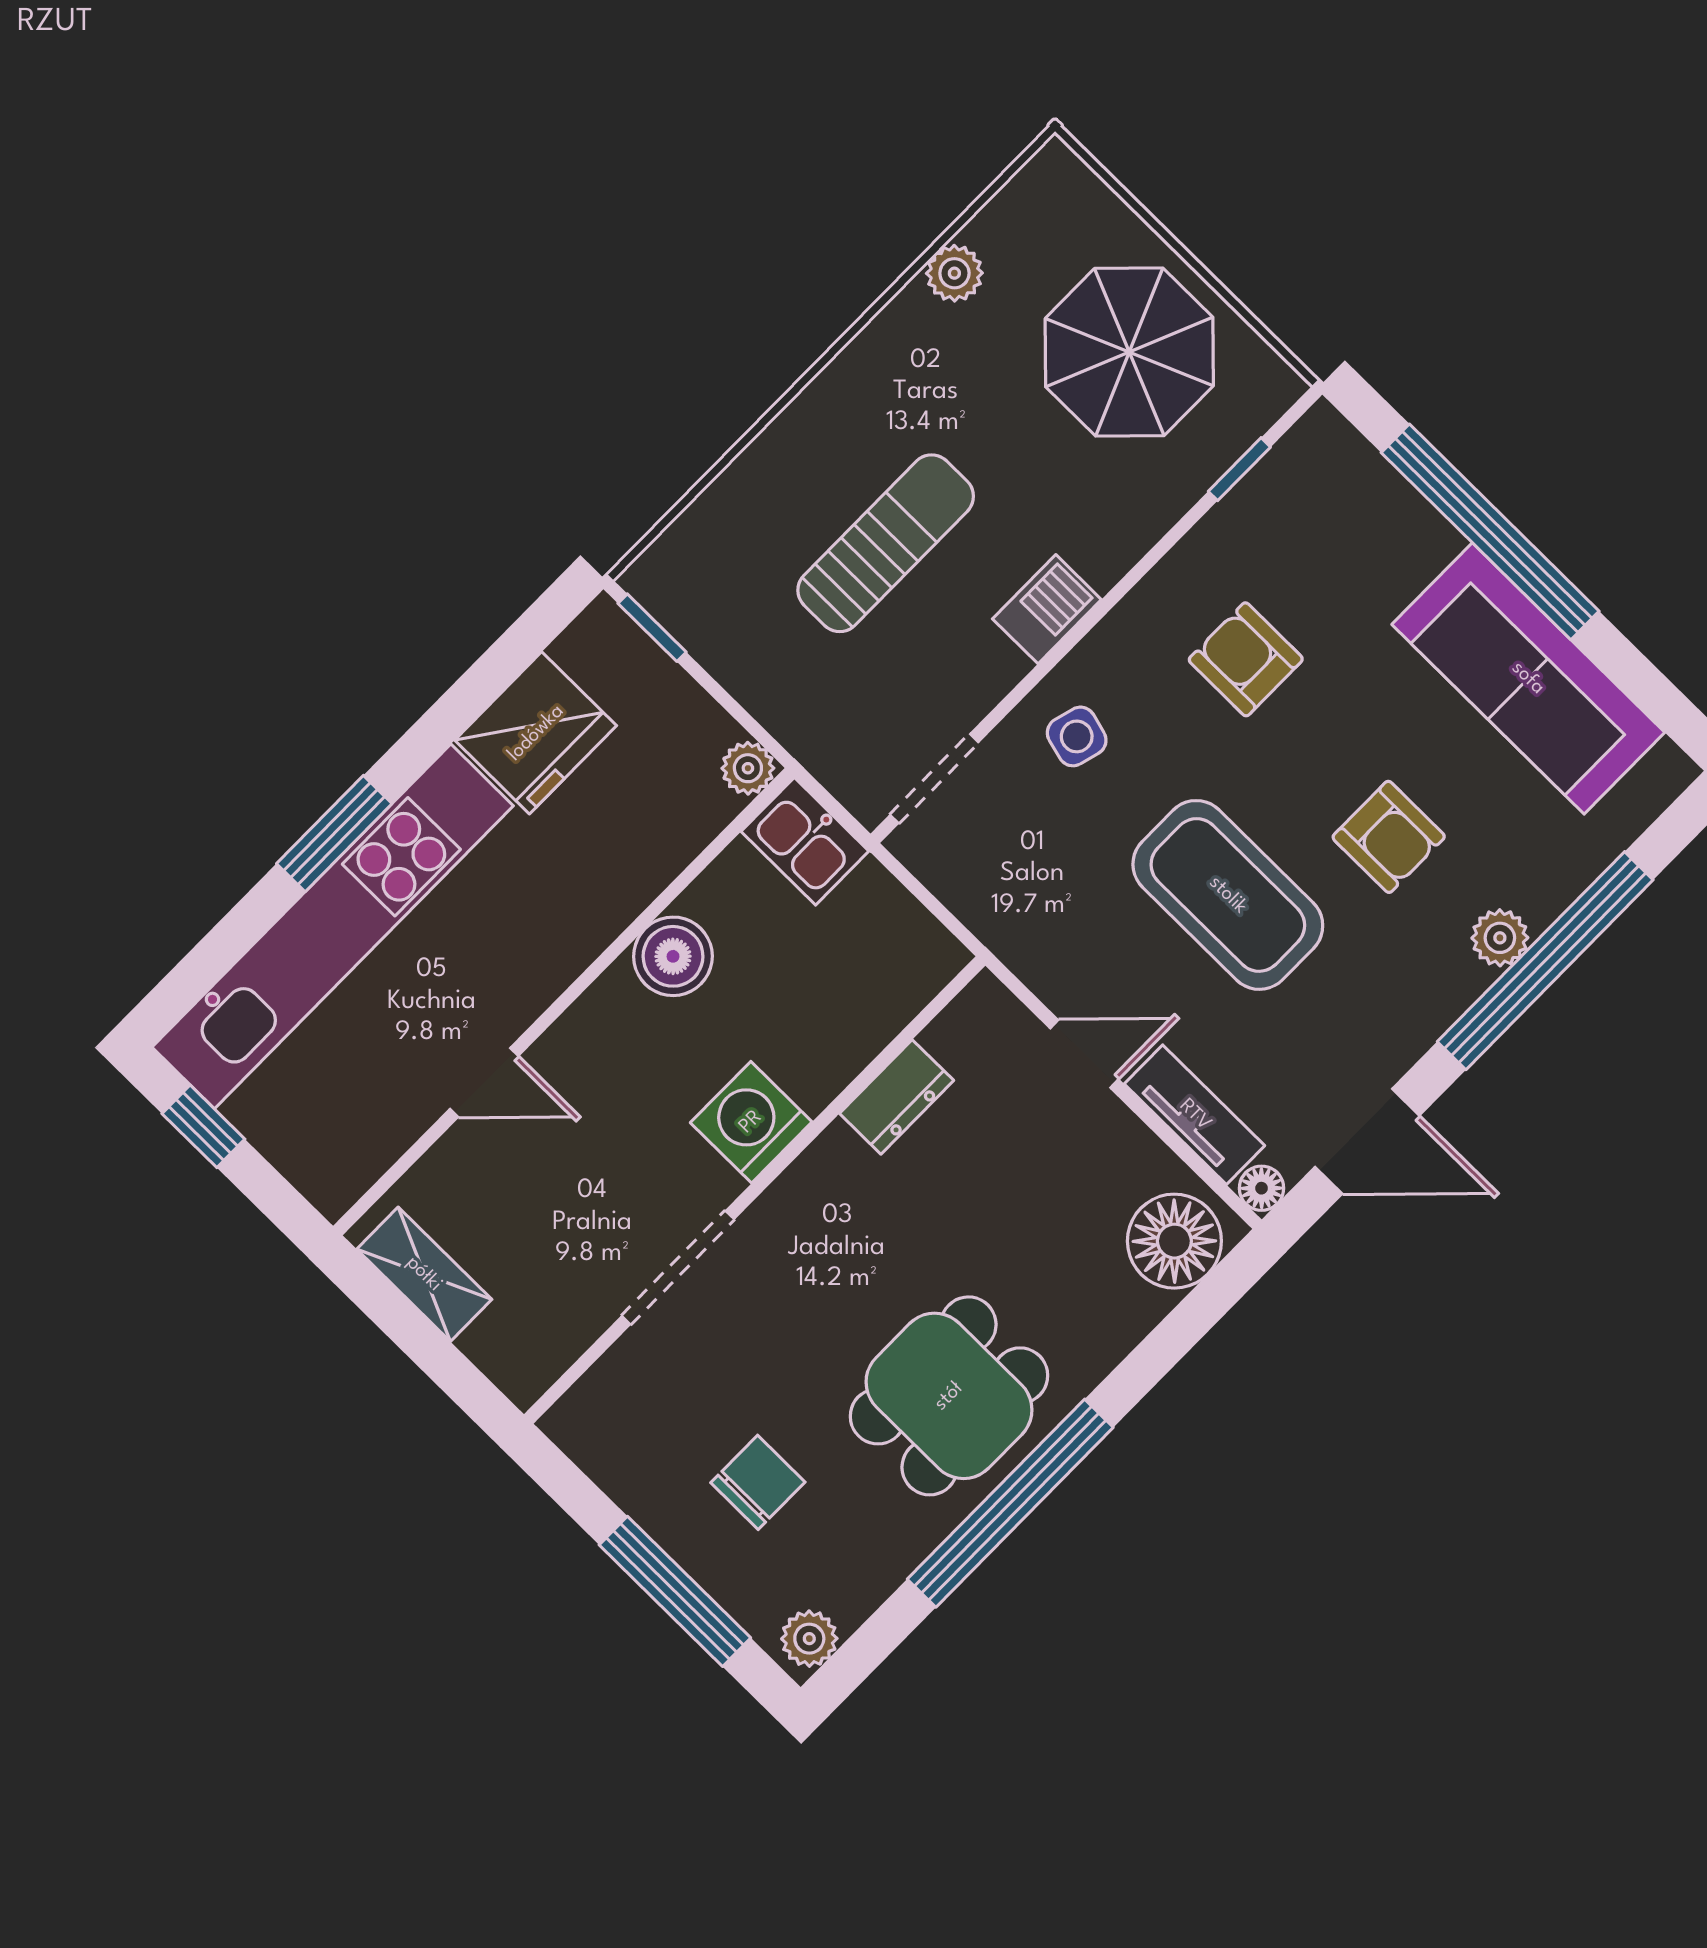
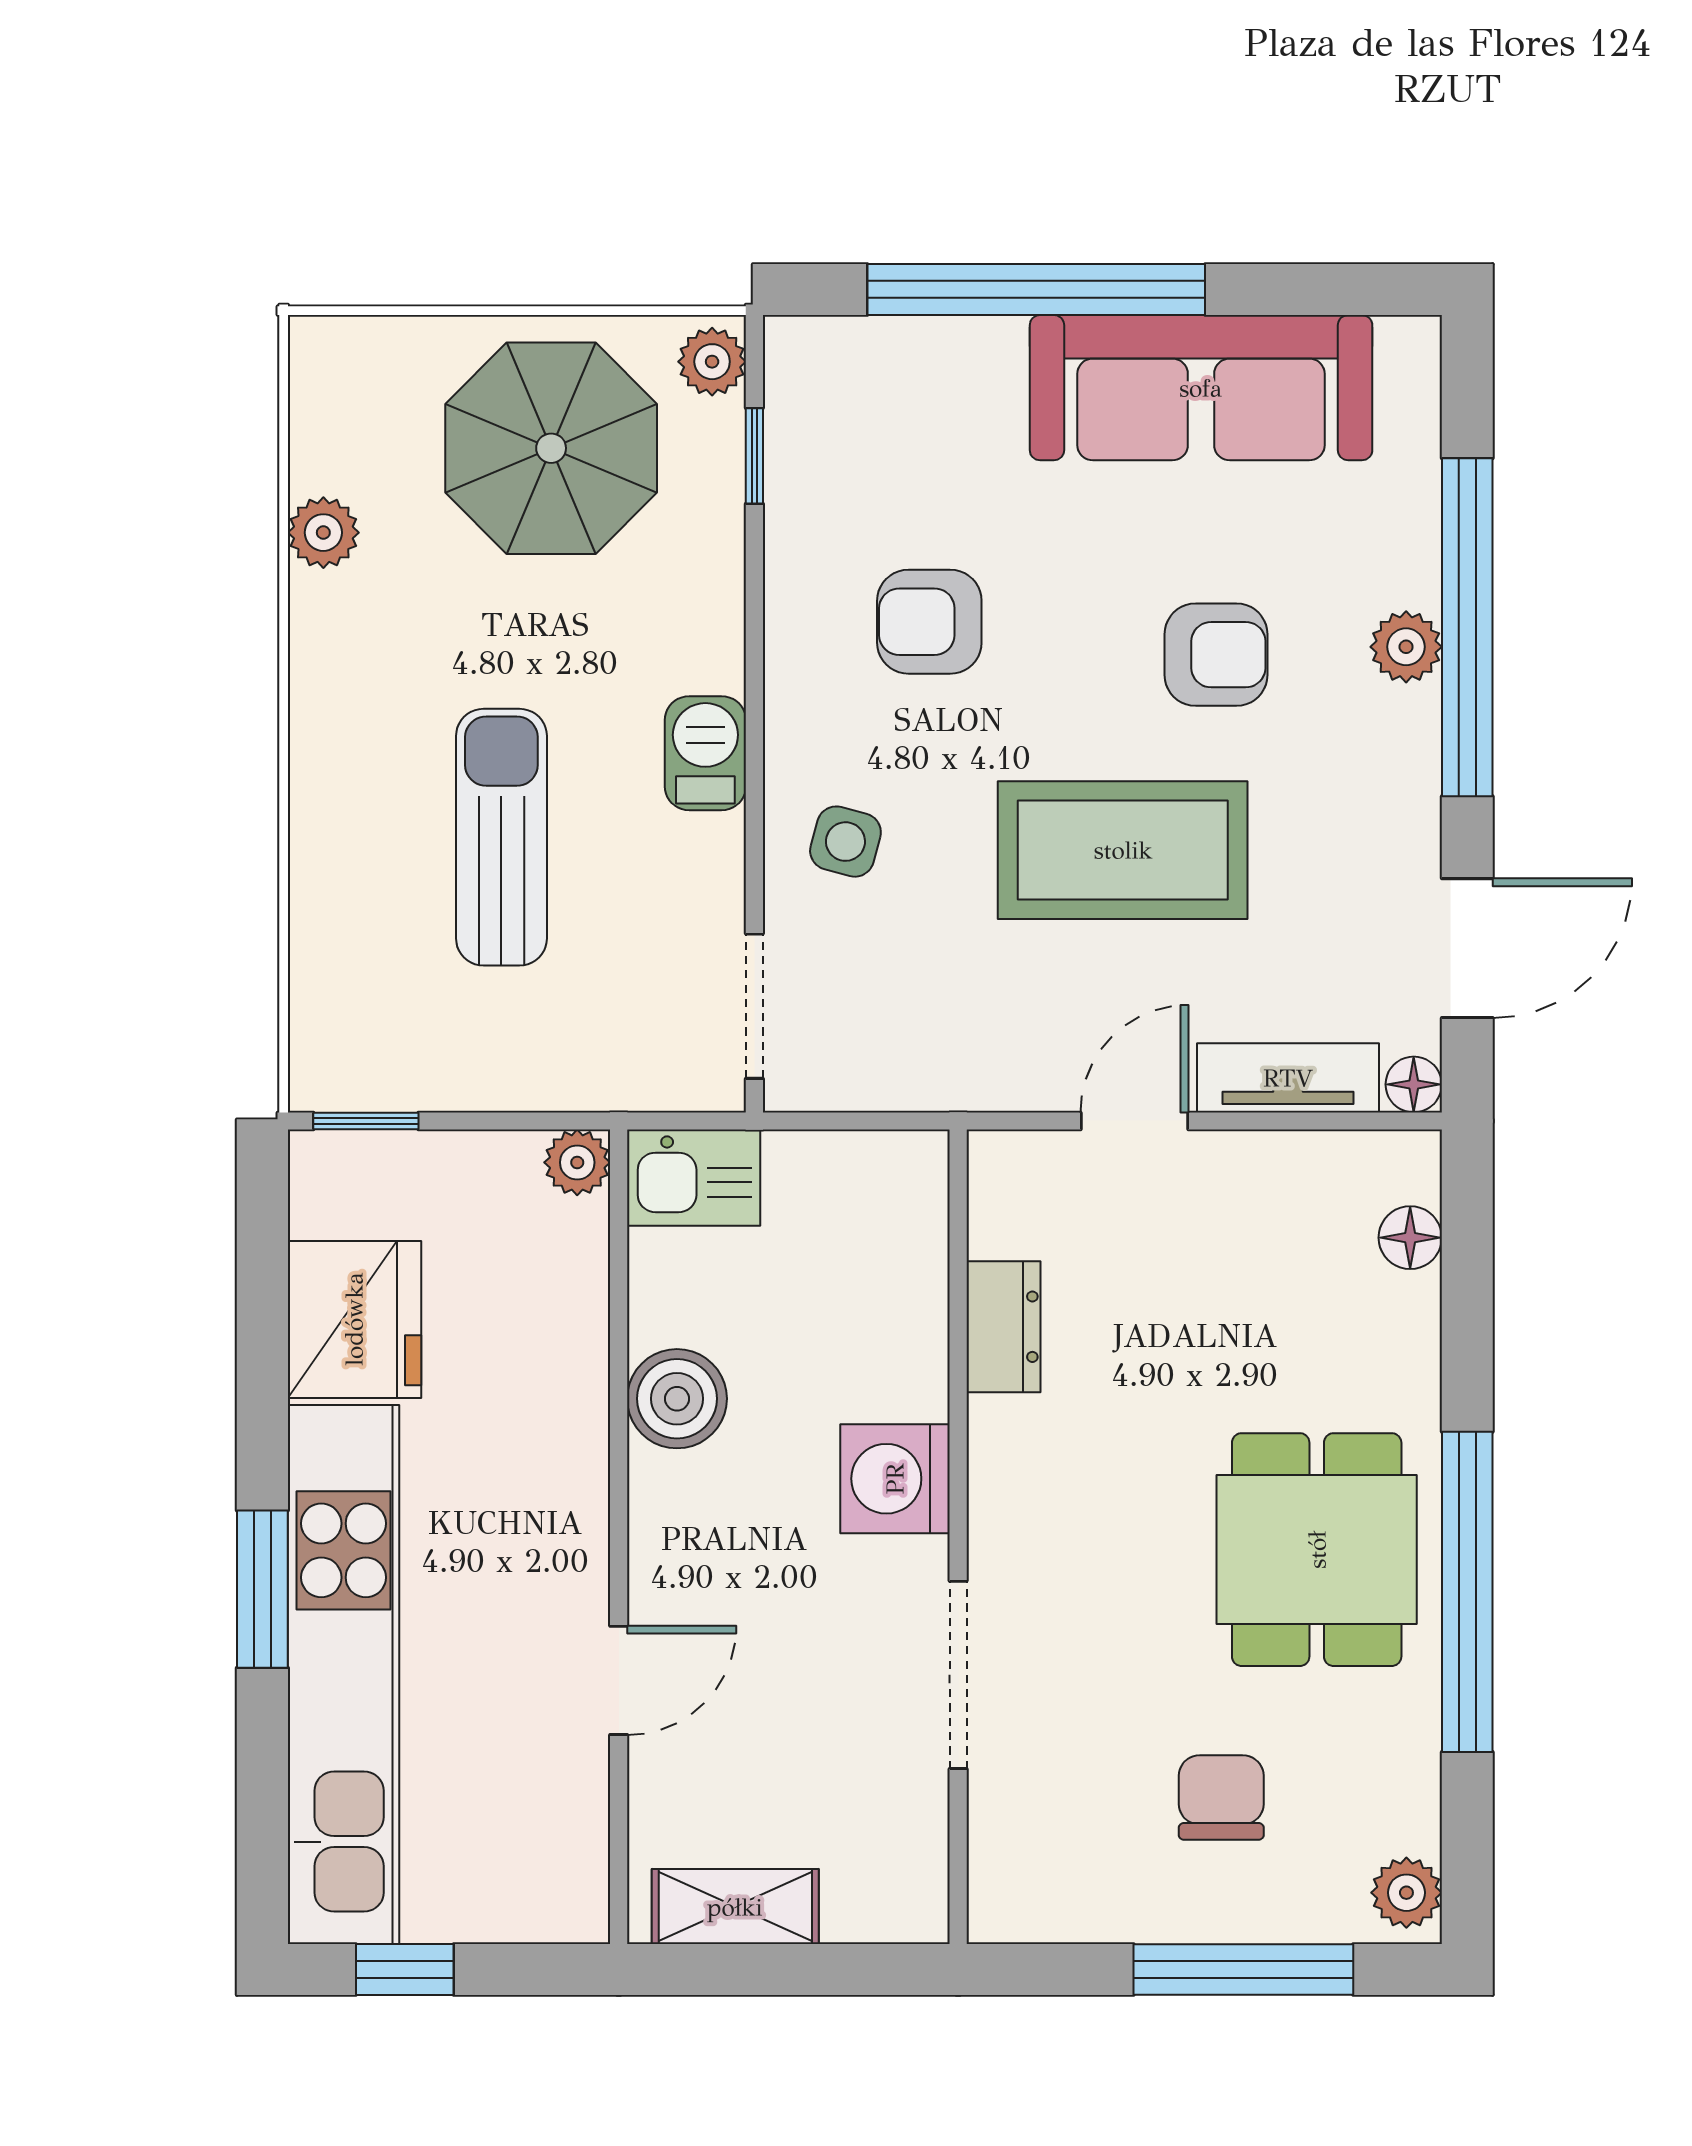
plant: (1268, 393) -> (712, 362), added
floor lamp: (1174, 1241) -> (1410, 1238), width x0.53, depth x0.53

